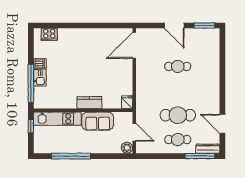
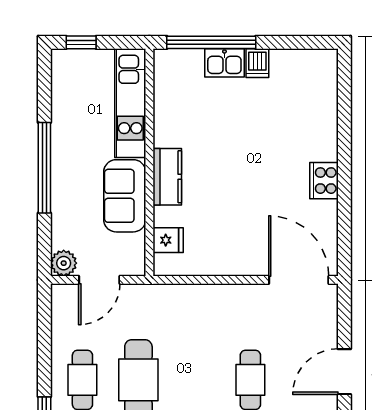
cooker: (49, 34) -> (324, 181), moved
fridge: (127, 102) -> (168, 240), moved
window: (31, 126) -> (81, 42), moved
window: (71, 156) -> (44, 168), moved

